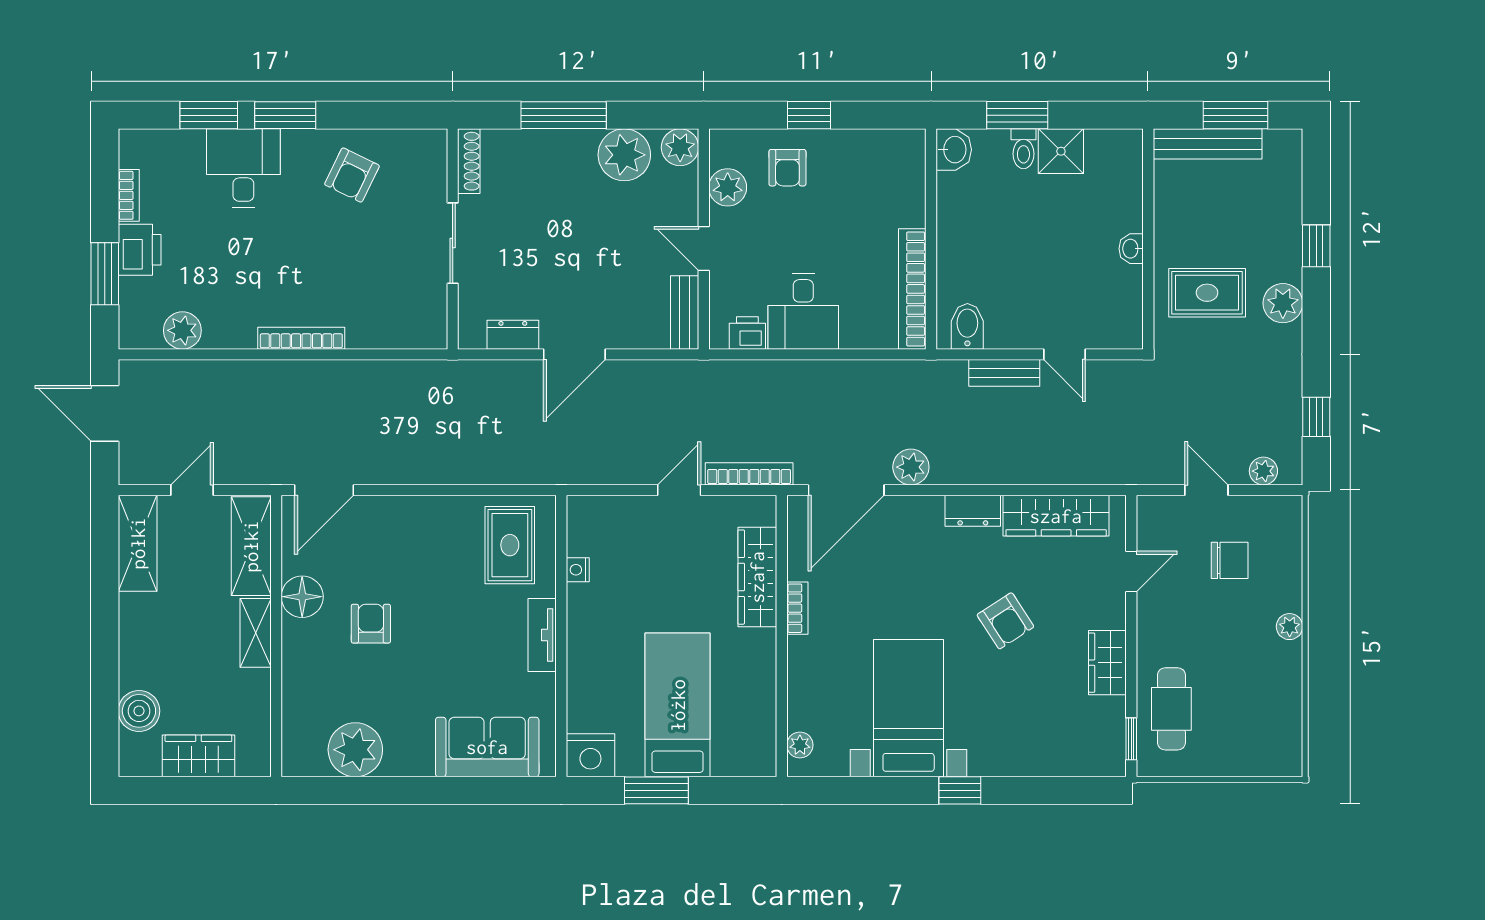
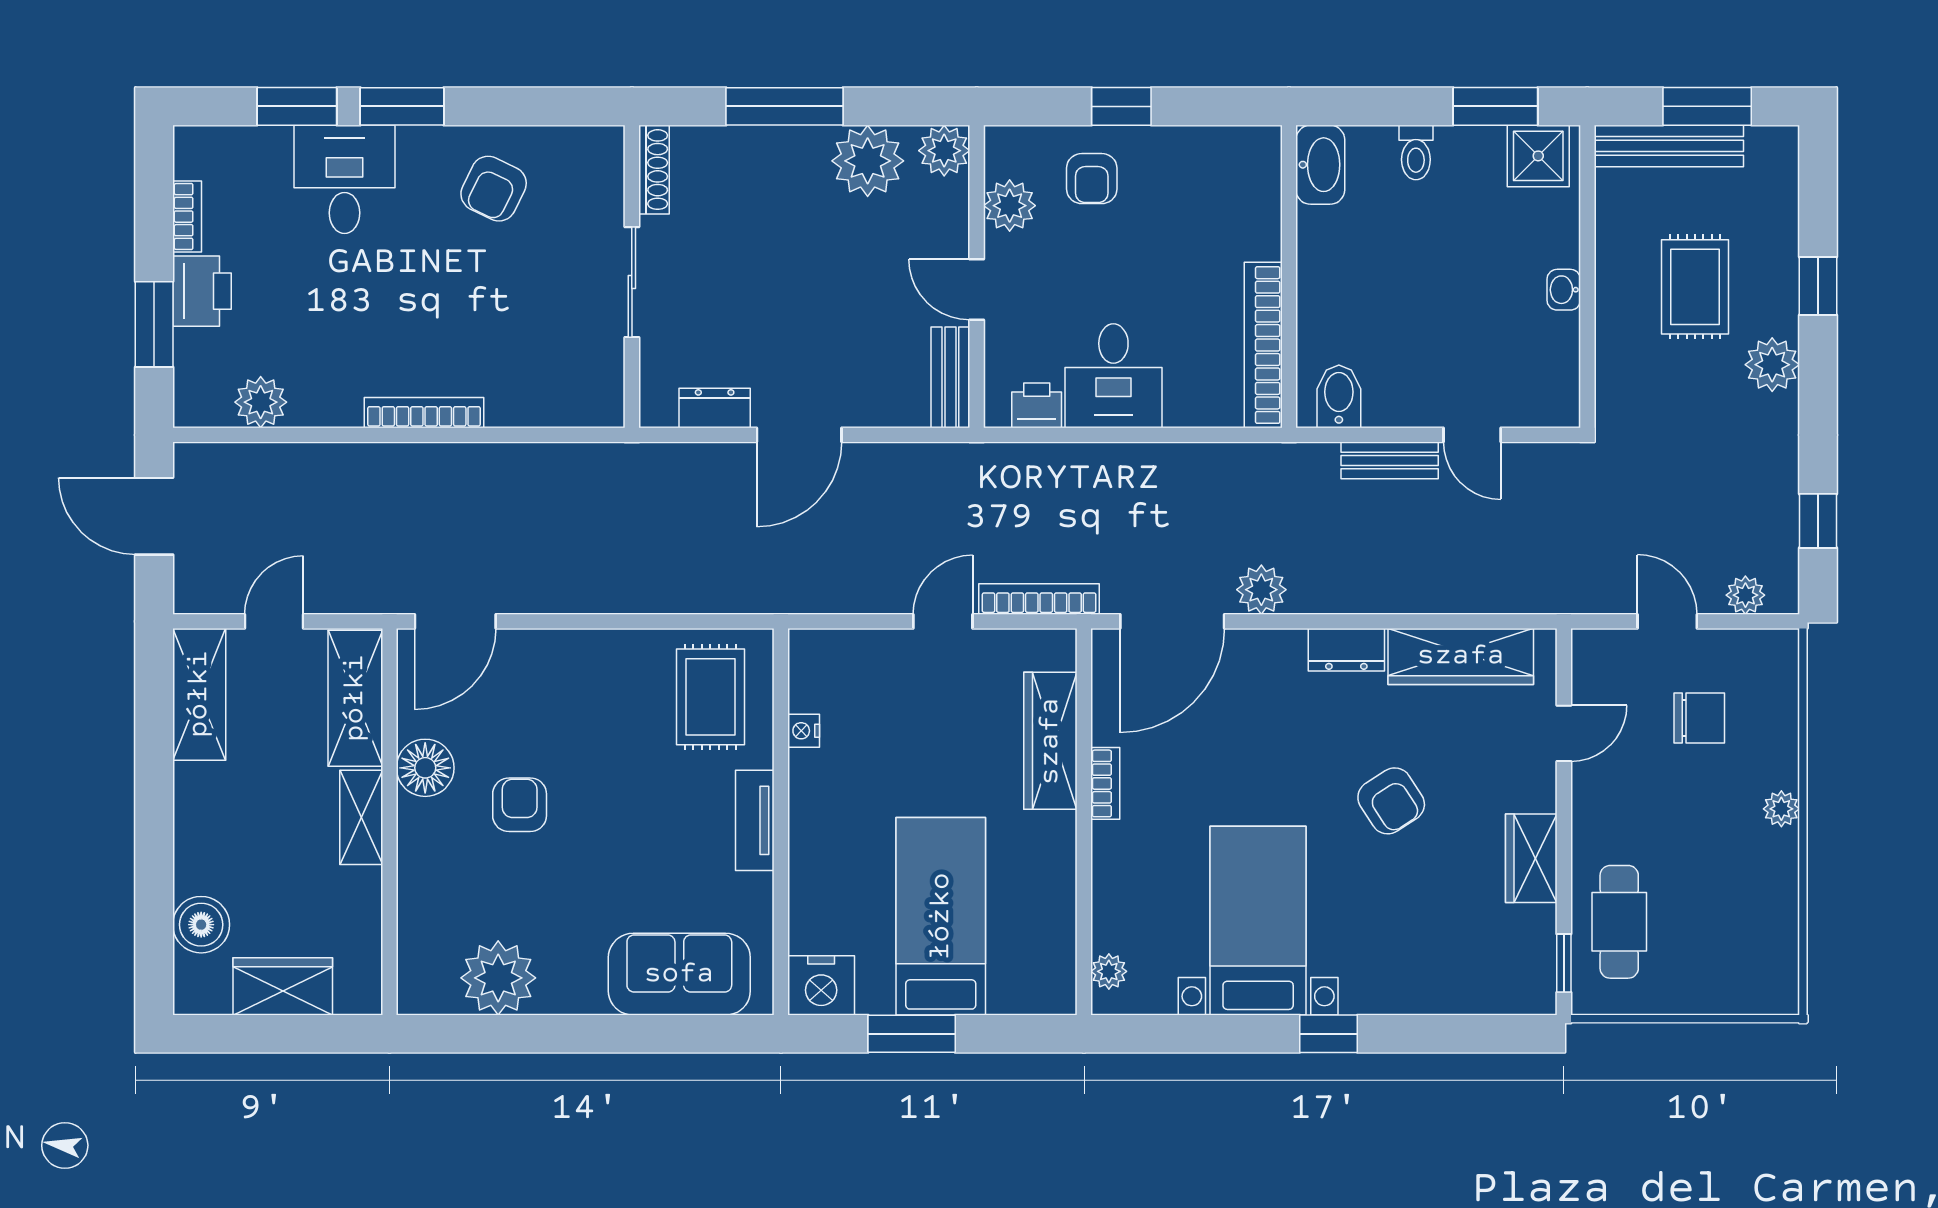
window: (1017, 115) -> (1495, 106), moved
washbasin: (954, 150) -> (1320, 165), width x1.38
shower: (1061, 151) -> (1538, 156), moved
rug: (1207, 293) -> (1695, 287), moved, turned 90

